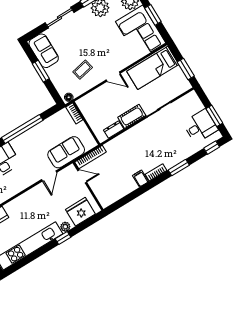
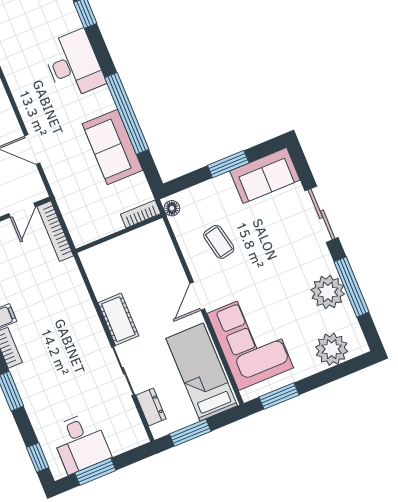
window: (153, 15) -> (279, 396), moved
corner sofa: (141, 32) -> (250, 341), moved, turned 90
dresser: (114, 129) -> (151, 407), moved
sofa: (66, 152) -> (113, 147), moved, turned 180

